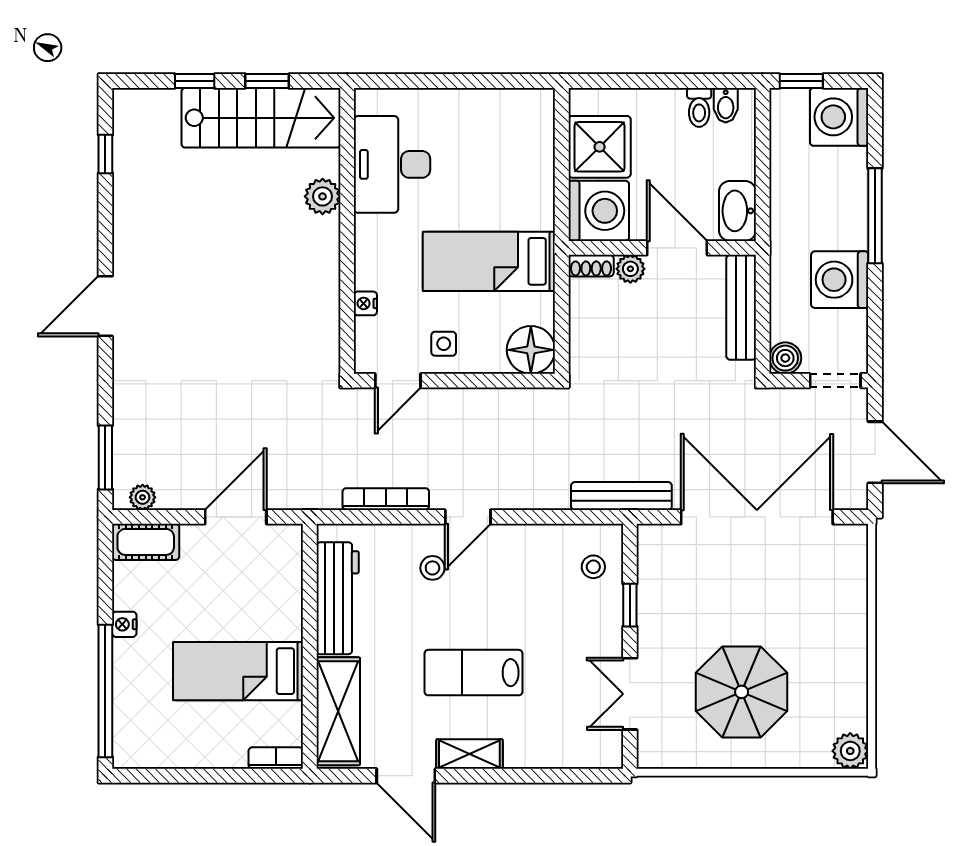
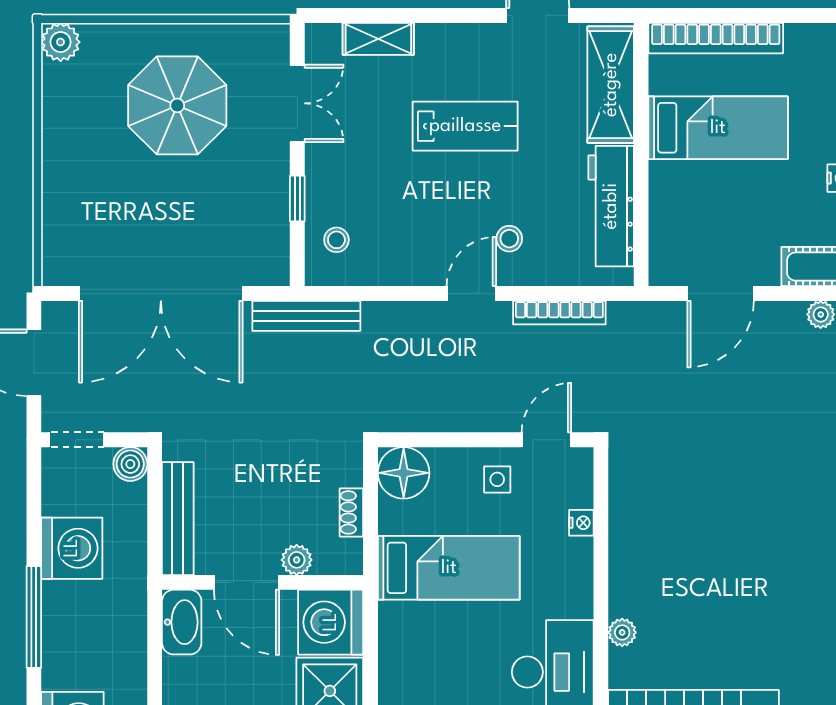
plant: (323, 196) -> (622, 632), width x0.73, depth x0.73
shoe rack: (591, 266) -> (351, 512), moved, turned -90
shelving: (469, 754) -> (378, 39), moved
bookcase: (276, 758) -> (716, 38), width x2.31, depth x1.31

